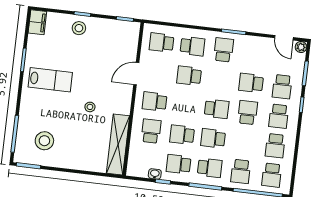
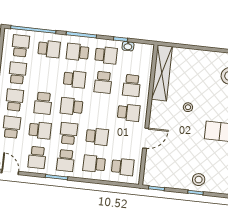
school desk: (255, 53) -> (37, 157), added
school desk: (220, 79) -> (69, 133), added
school desk: (182, 135) -> (103, 82), turned 90
school desk: (241, 171) -> (49, 49), turned 90

